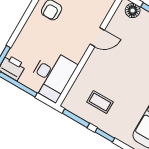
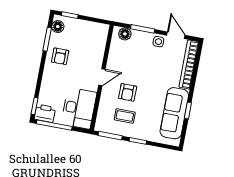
door: (97, 37) -> (102, 77), moved
armchair: (113, 77) -> (128, 92), added

